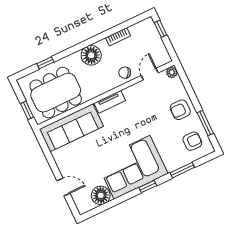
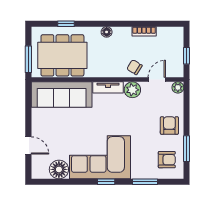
window: (161, 29) -> (187, 56), moved
floor lamp: (91, 55) -> (107, 32), width x0.53, depth x0.53
plant: (132, 94) -> (132, 90), added
window: (27, 110) -> (28, 59), width x1.50
armchair: (180, 110) -> (169, 125), turned 90

